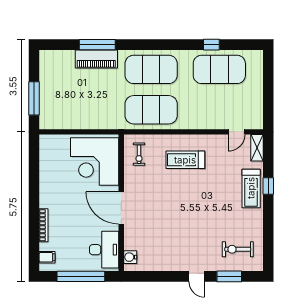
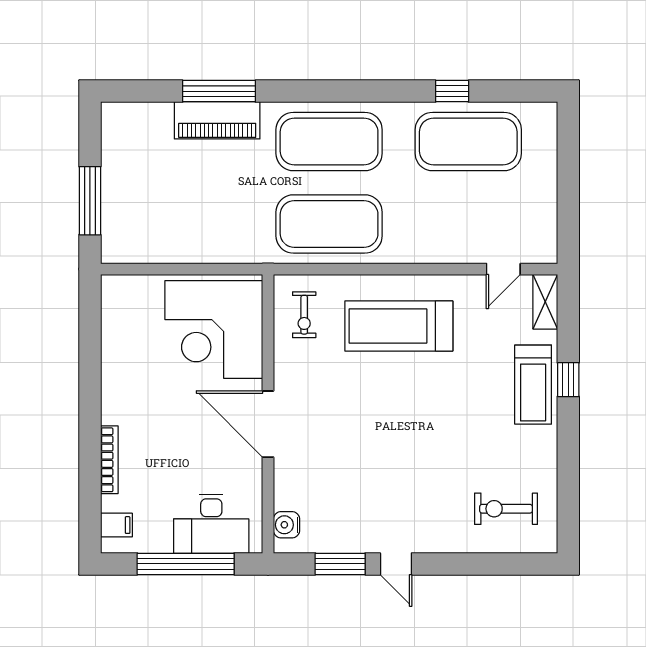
treadmill: (185, 160) -> (399, 326), width x1.37, depth x1.38
desk: (104, 250) -> (211, 524), moved, turned 90
door: (197, 276) -> (396, 564), moved
window: (229, 276) -> (340, 564), moved

